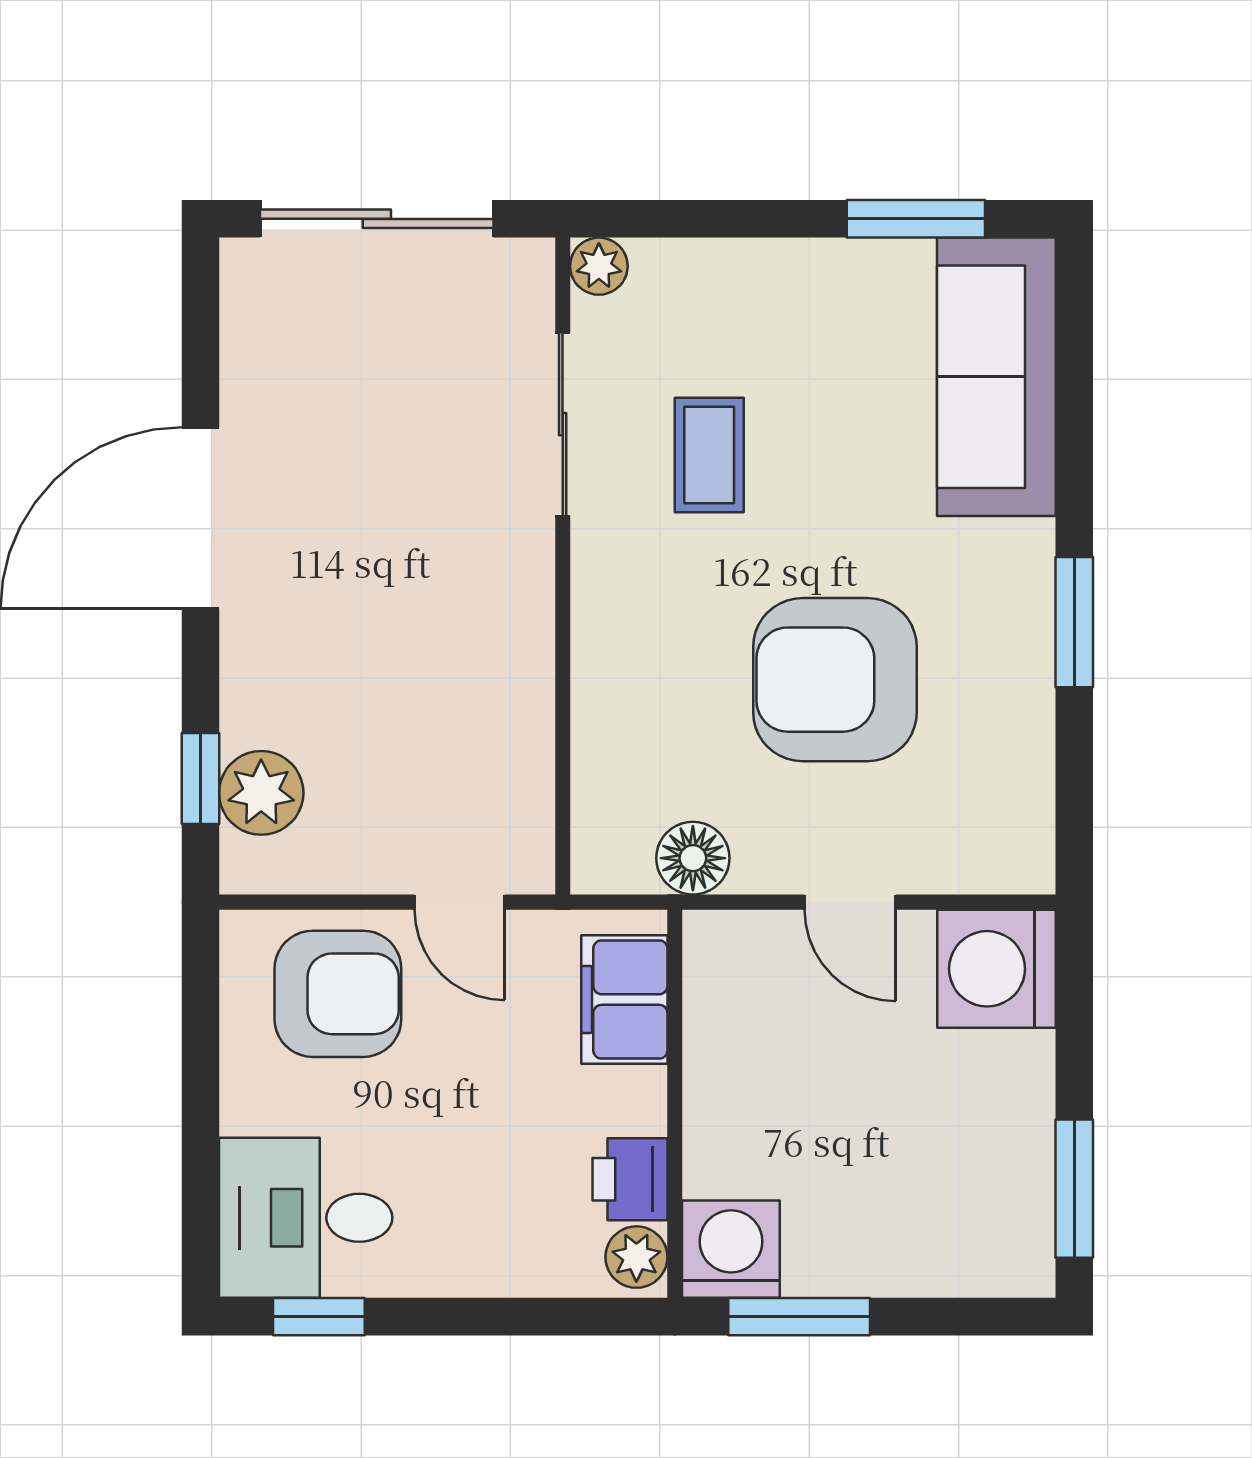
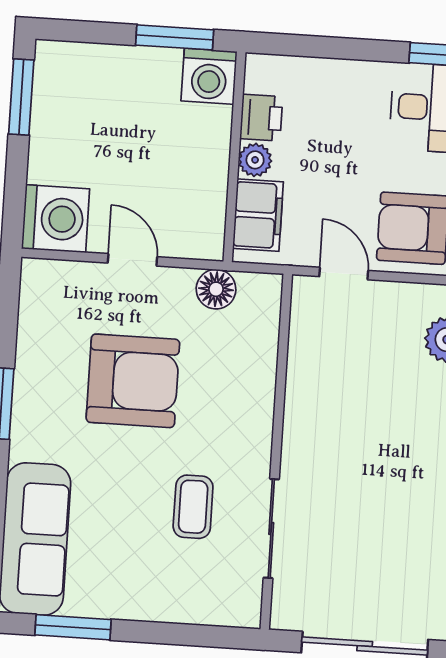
plant: (599, 266) -> (246, 613), removed
plant: (636, 1257) -> (255, 160), moved

